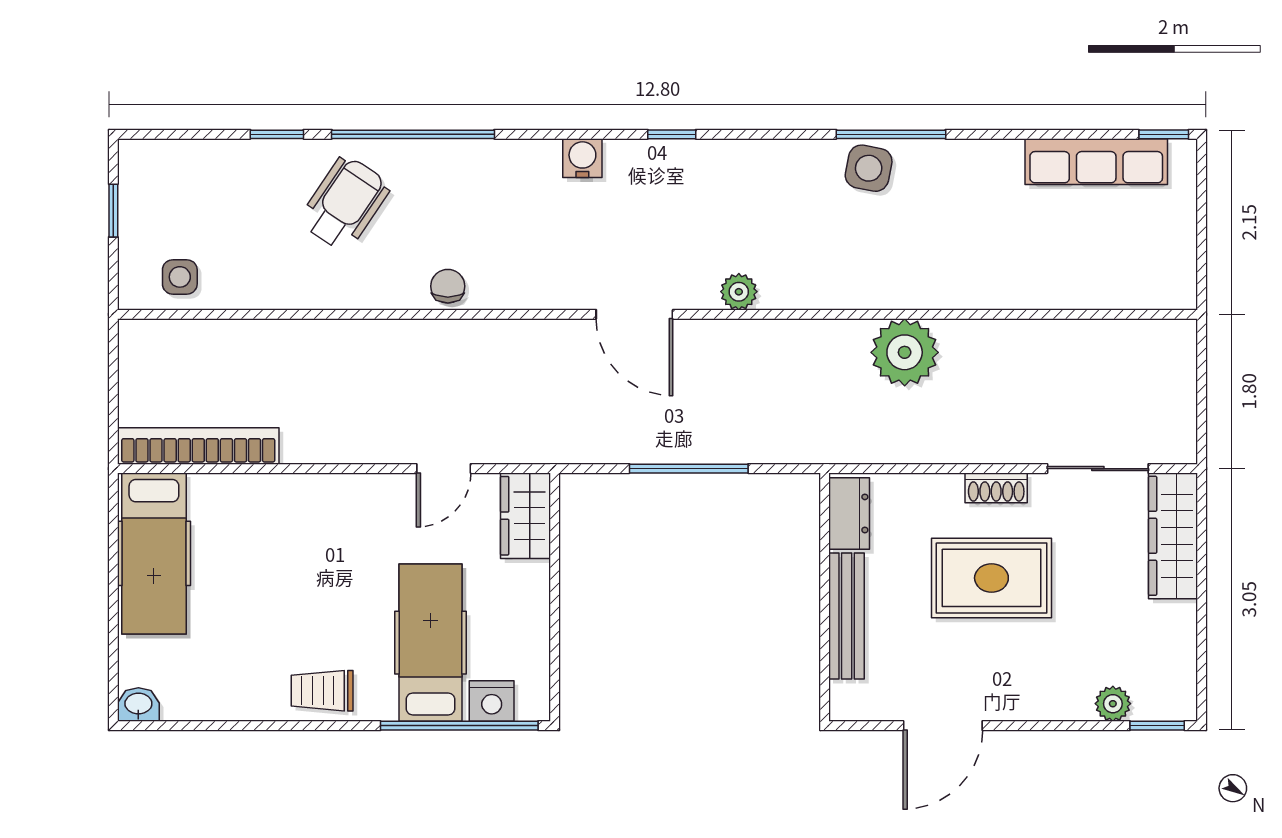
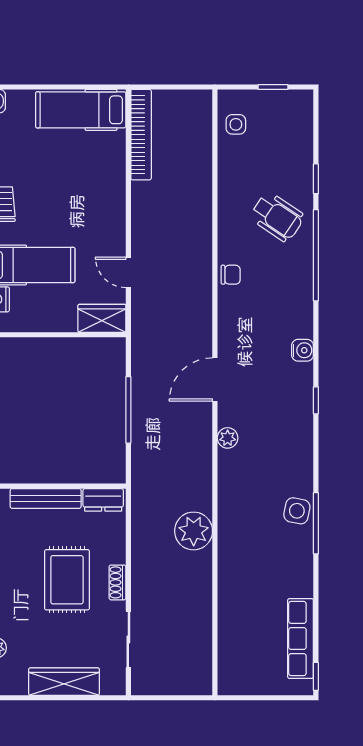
wardrobe: (1173, 536) -> (64, 682), moved

